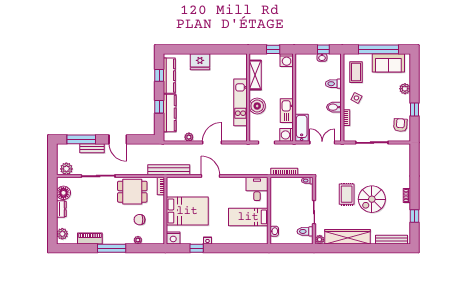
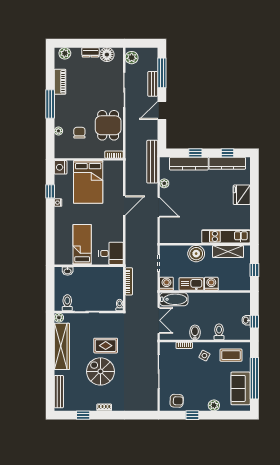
washing machine: (287, 60) -> (211, 284), moved, turned 90
kitchen unit: (240, 102) -> (226, 236), moved
bench: (169, 170) -> (152, 162), moved

